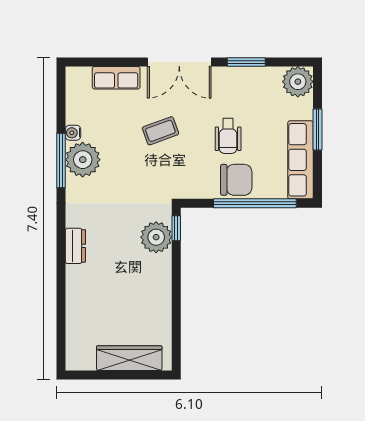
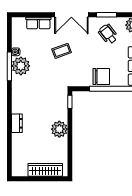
wheelchair: (228, 136) -> (108, 34), moved, turned 142
plant: (156, 237) -> (59, 129), moved
dresser: (75, 246) -> (17, 123), moved

